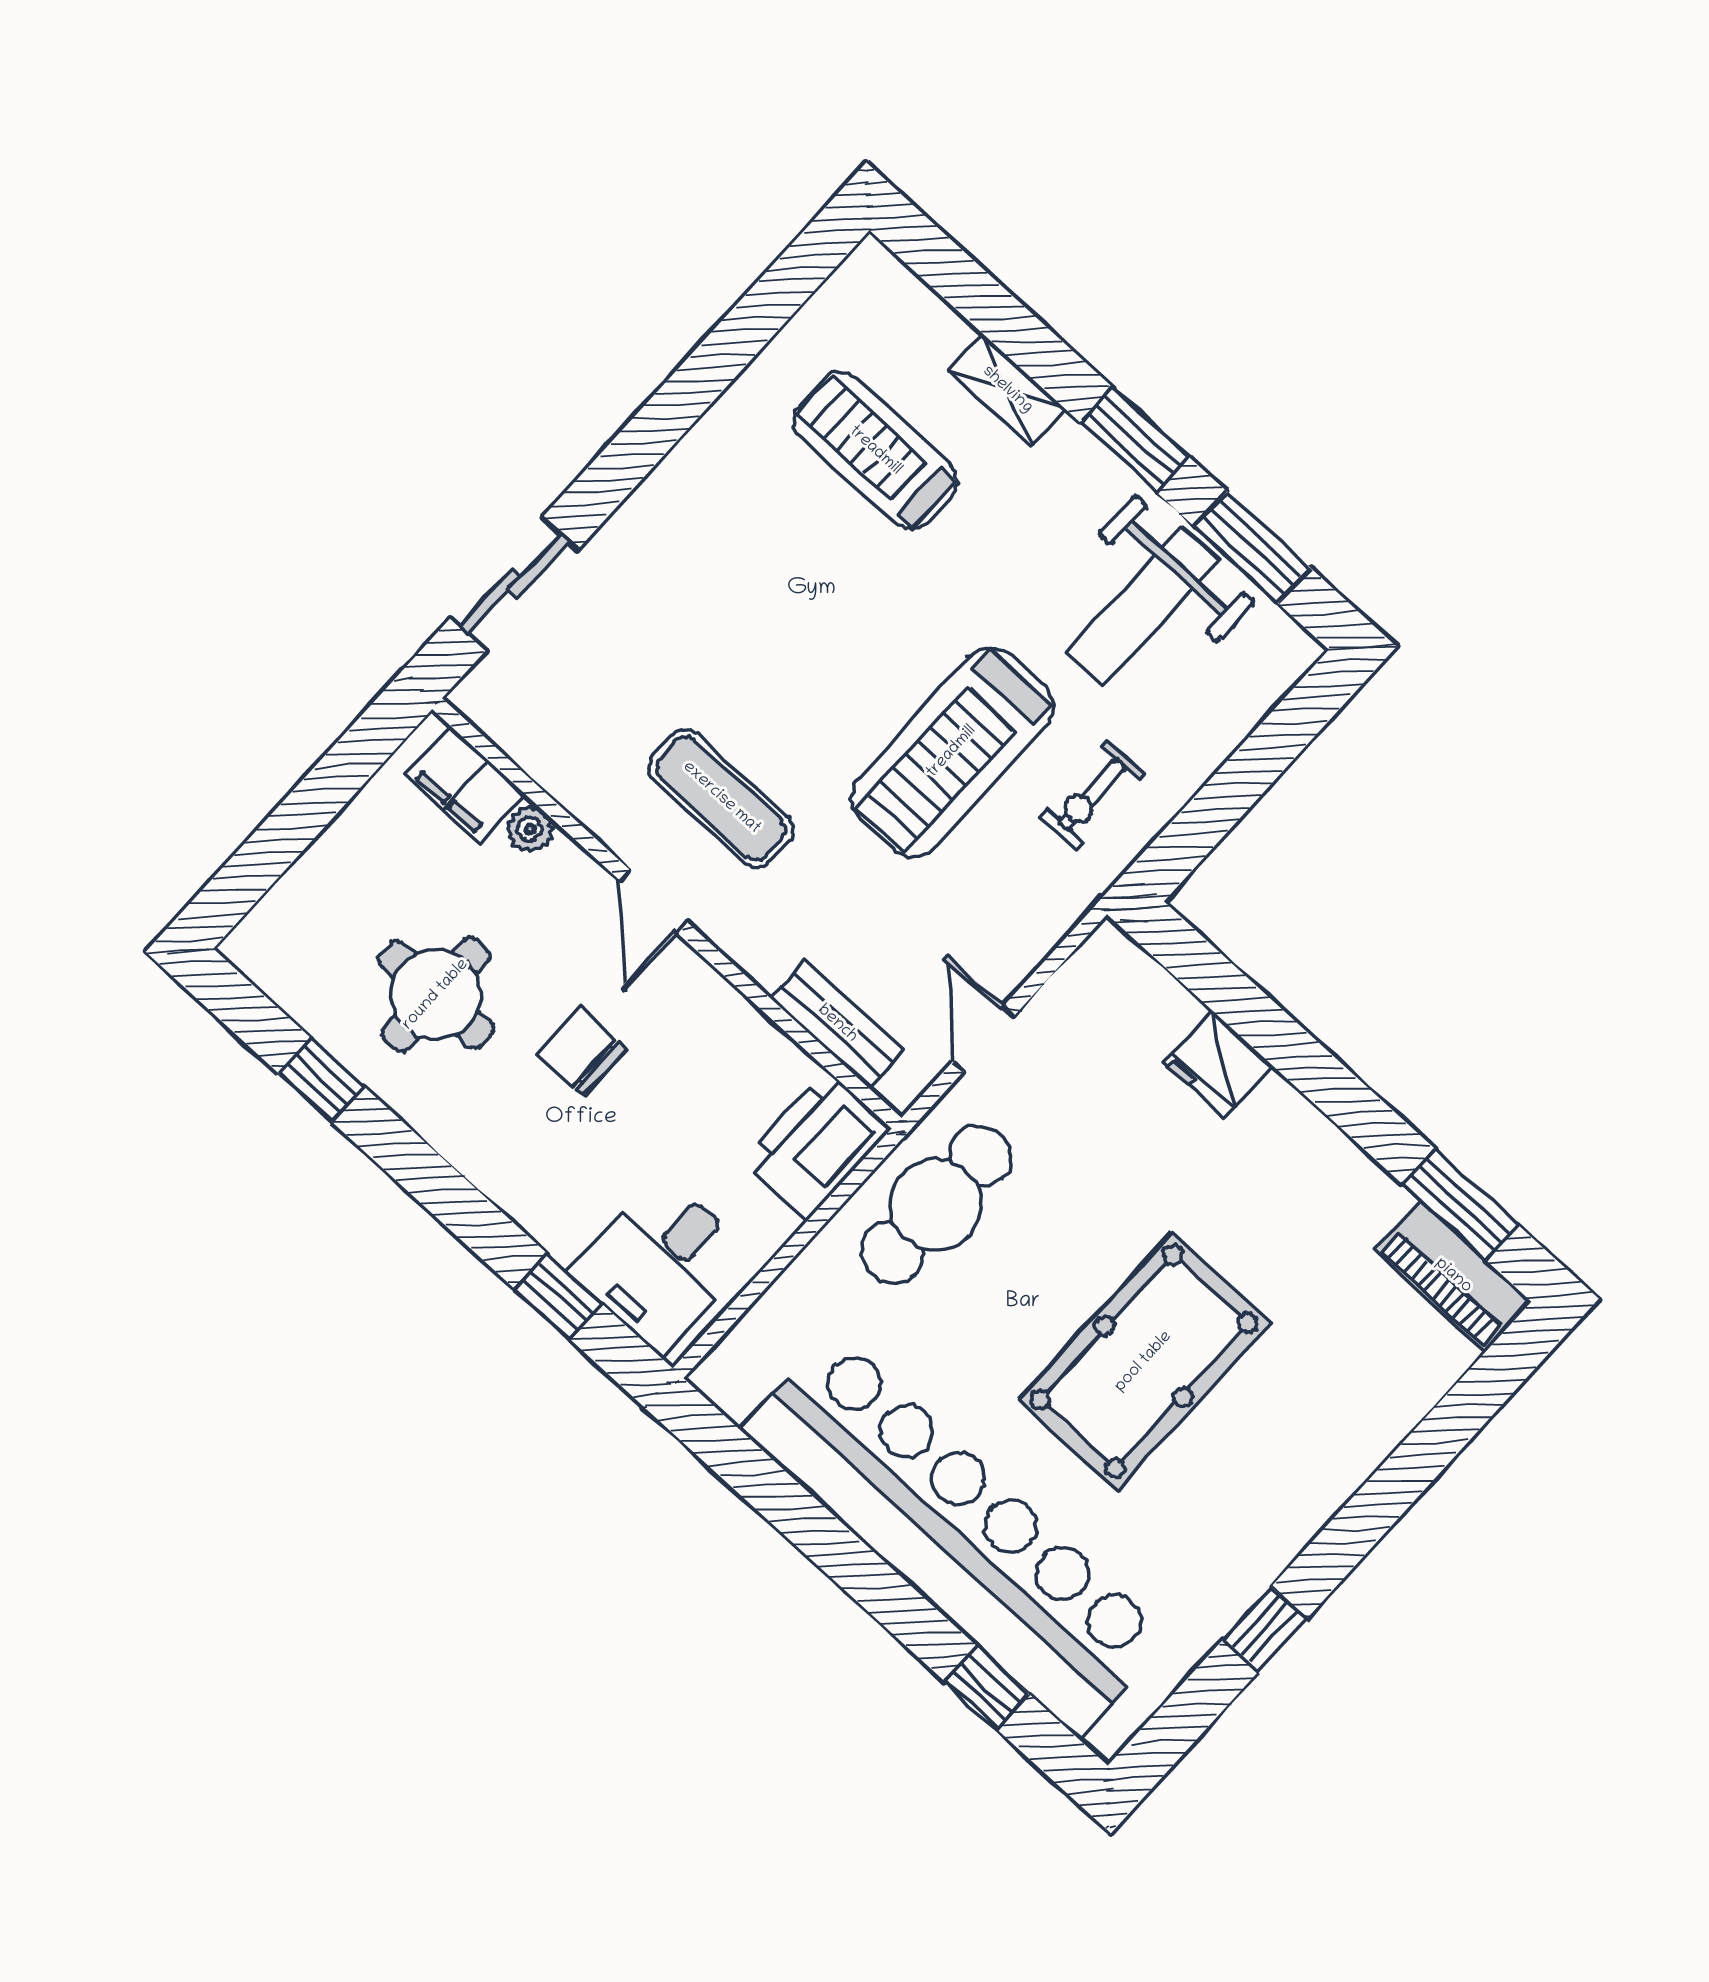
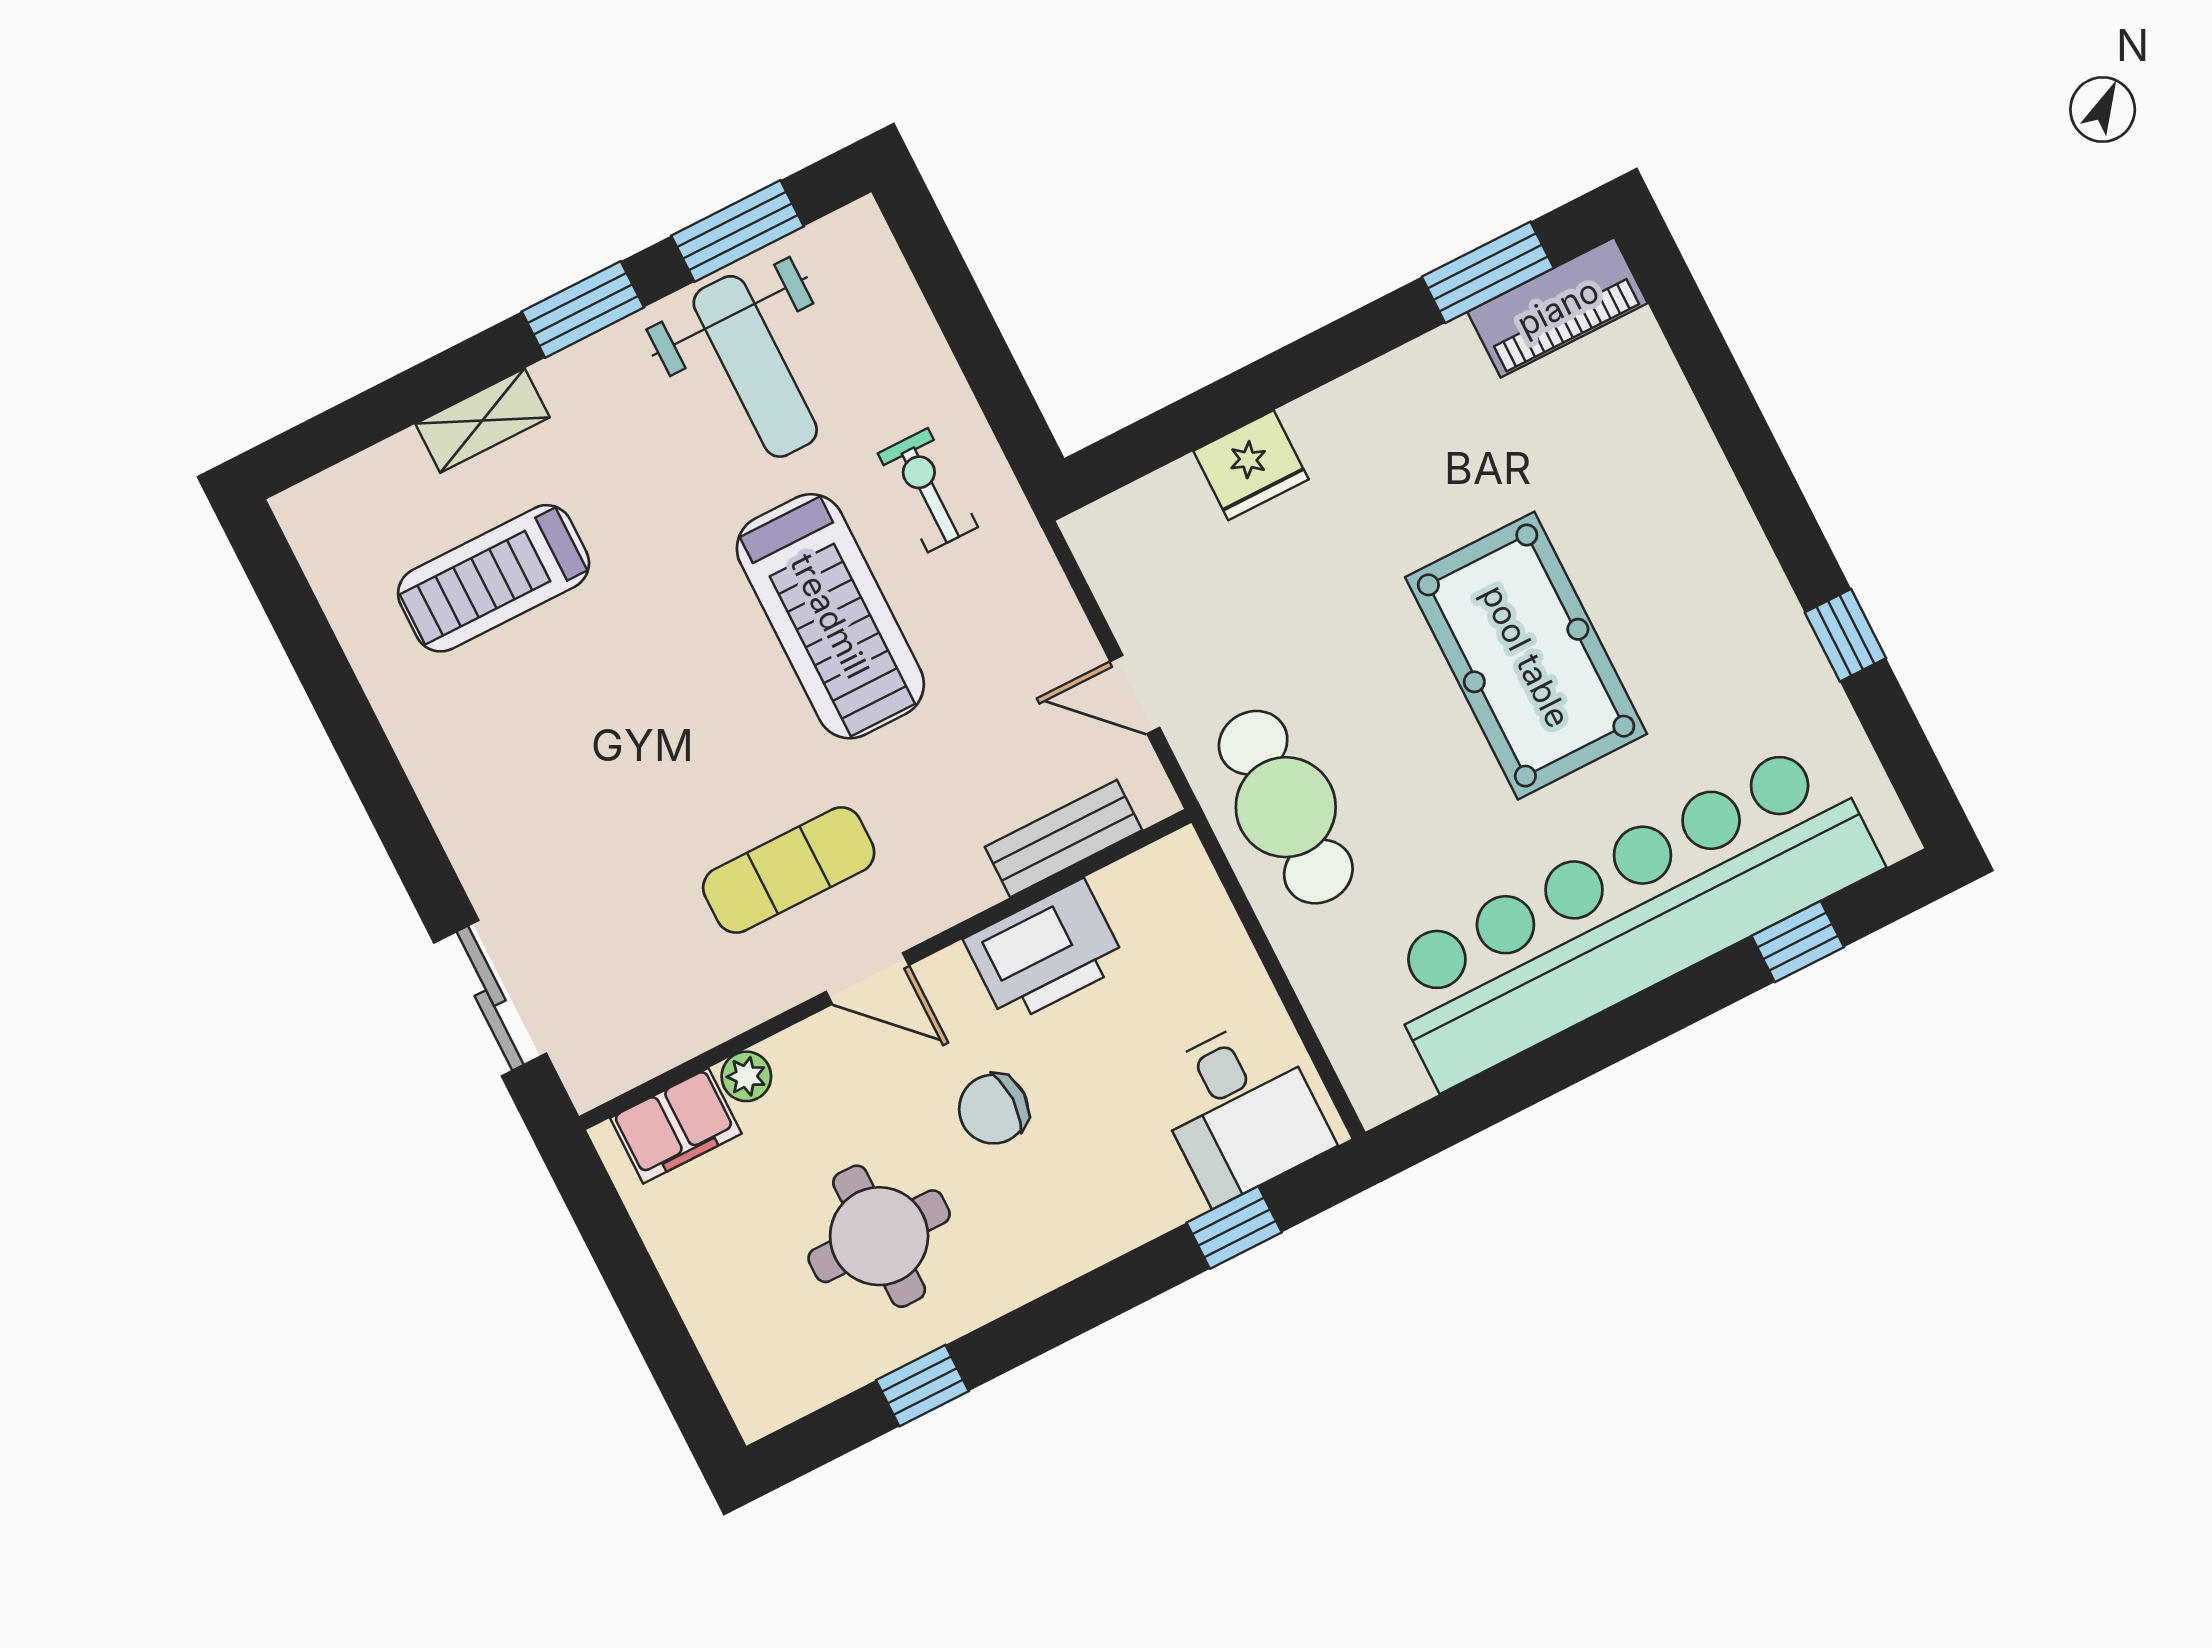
exercise bike: (1092, 795) -> (928, 490), turned 180
printer: (816, 1144) -> (1045, 952), moved, turned -90

